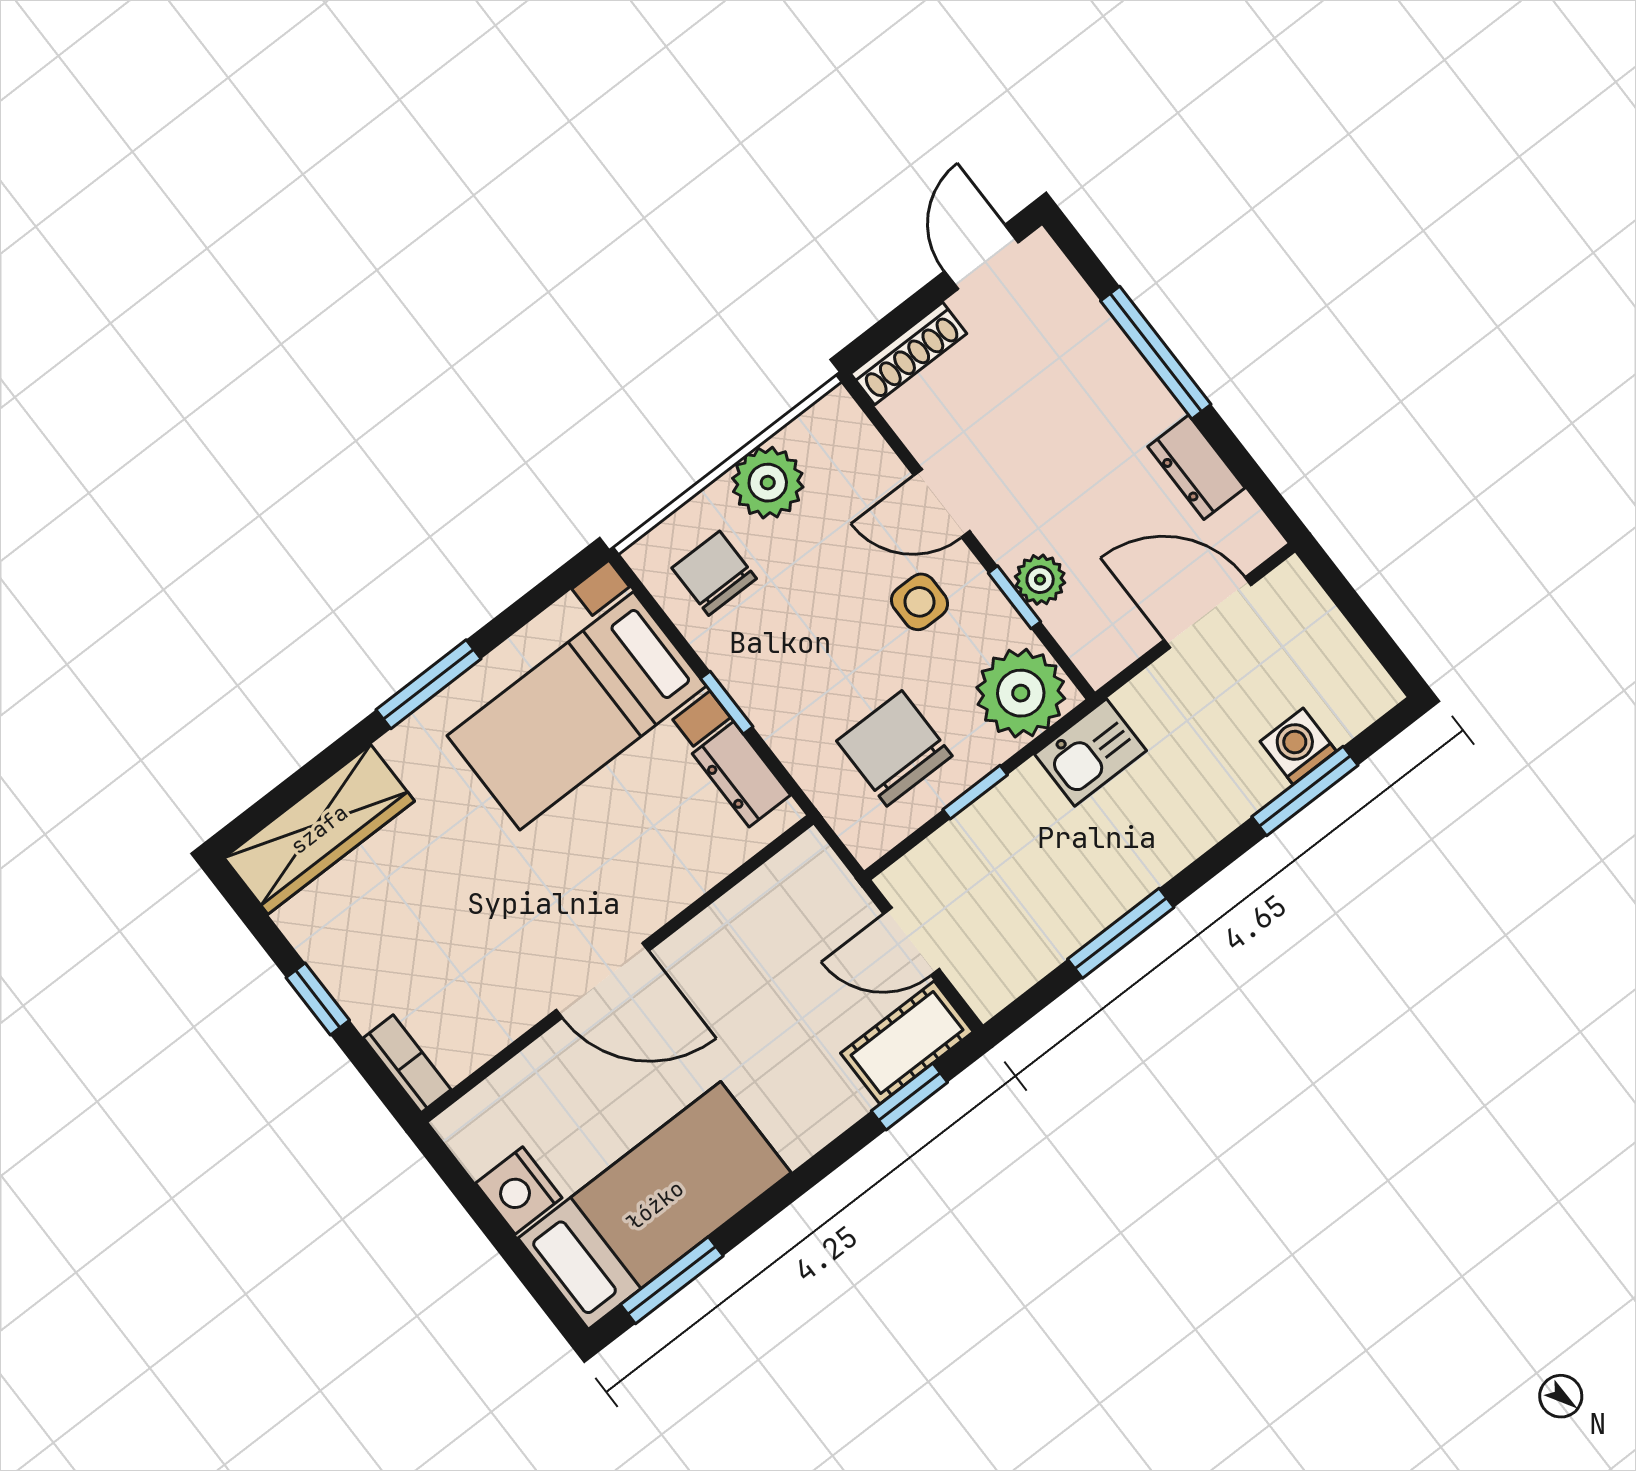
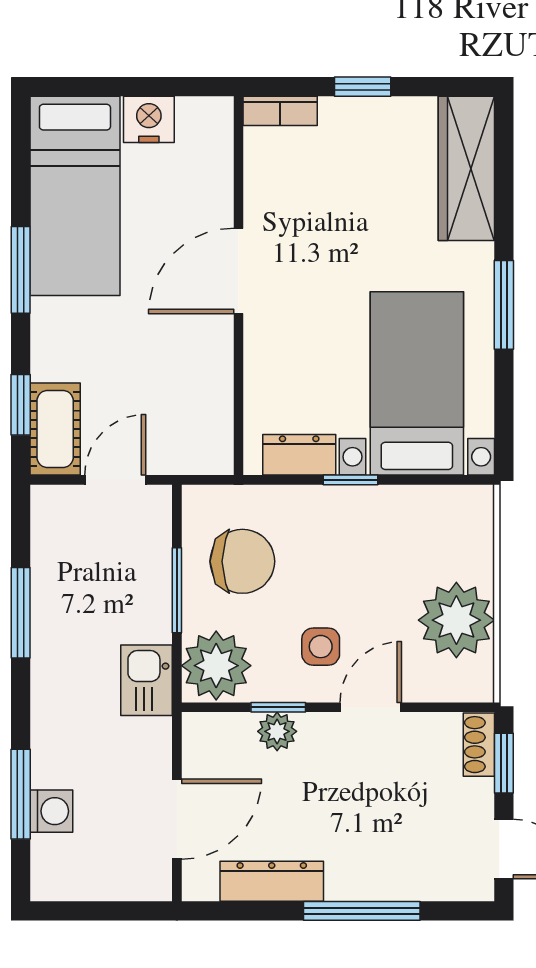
window: (894, 324) -> (504, 763), added
shoe rack: (909, 354) -> (479, 745), width x0.70
dresser: (1196, 467) -> (272, 881), width x1.44
plant: (768, 483) -> (456, 620), width x1.36, depth x1.36
chair: (714, 573) -> (436, 534), removed
window: (975, 792) -> (177, 590), width x1.50
window: (672, 1280) -> (21, 270), moved

